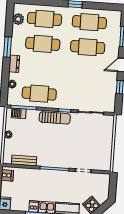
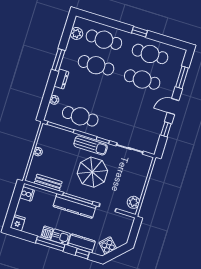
barbecue: (19, 113) -> (54, 132), removed
parasol: (62, 142) -> (92, 172), added
plant: (106, 160) -> (133, 202), added
kitchen counter: (53, 176) -> (75, 206), added

